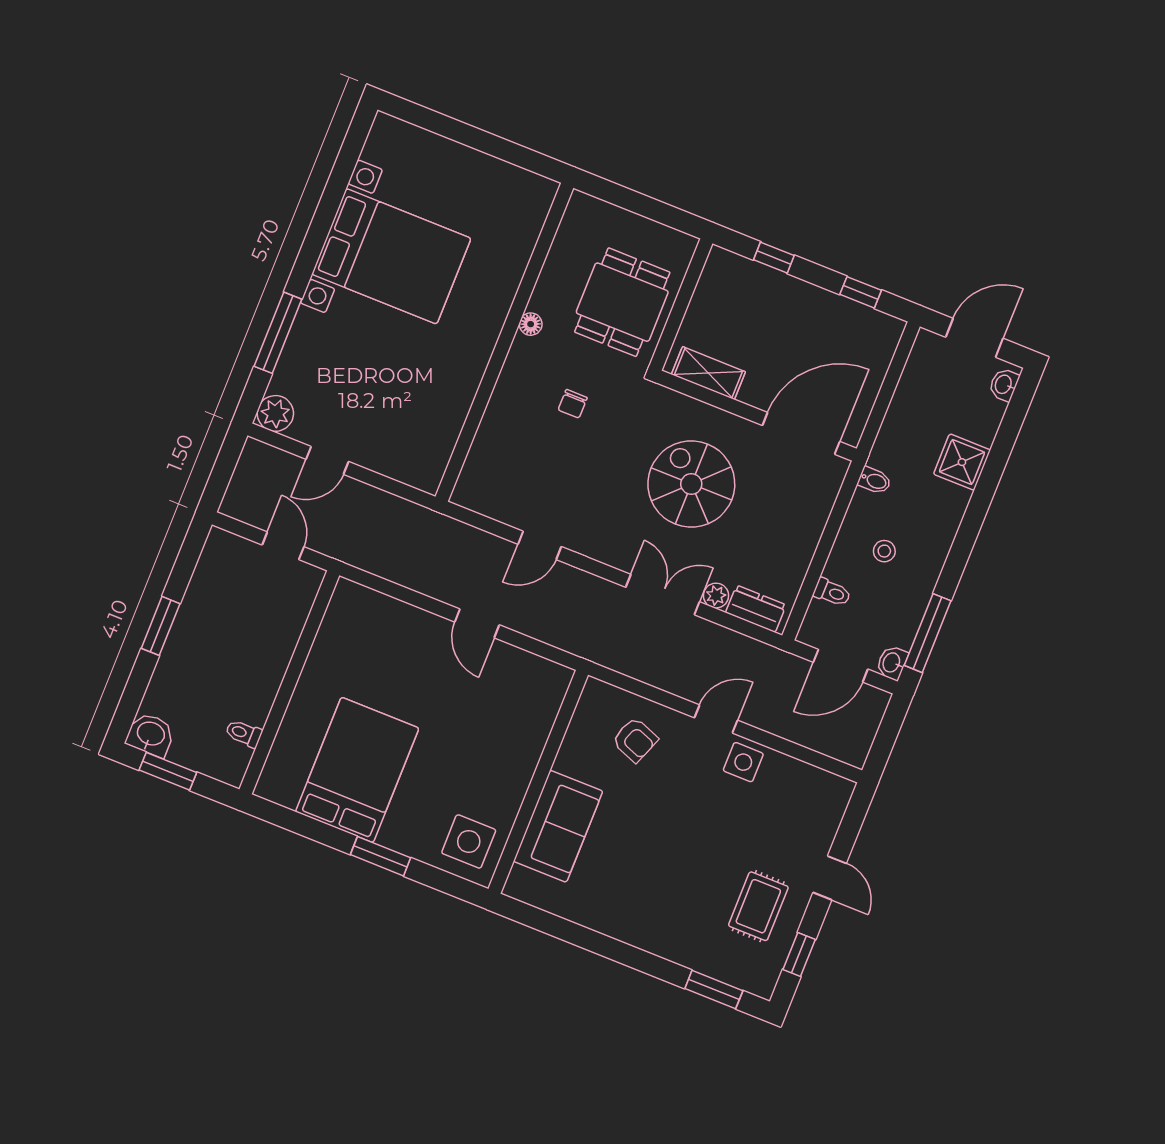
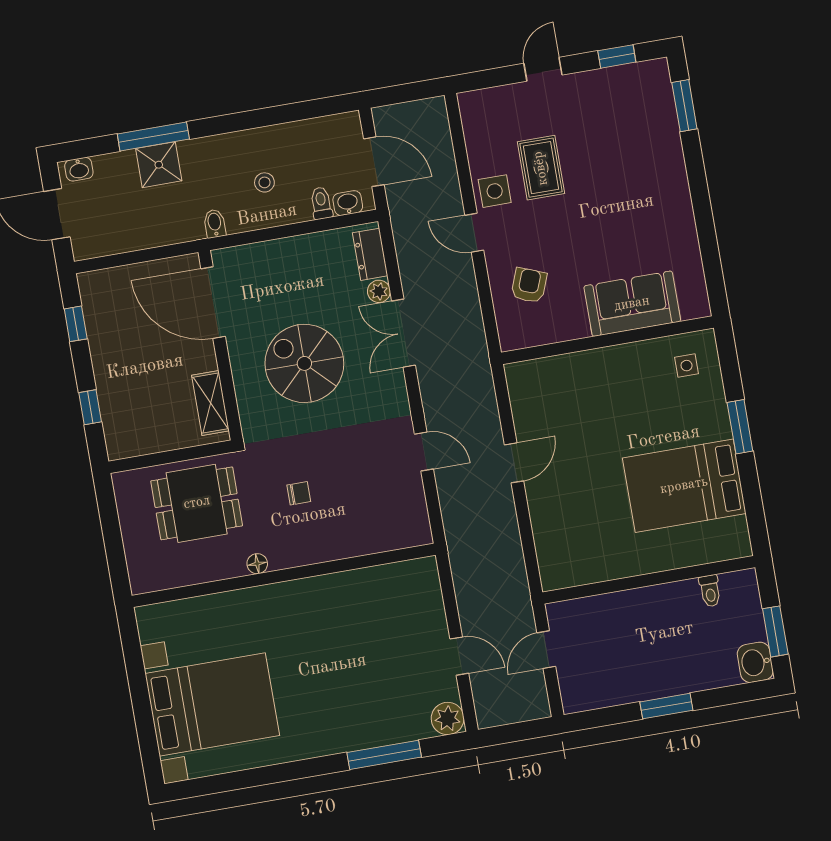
bed with nightstands: (391, 256) -> (212, 704), moved, turned 90
spiral stairs: (691, 484) -> (304, 363), turned 90
window: (928, 633) -> (153, 137), moved
washbasin: (892, 663) -> (348, 203), moved, turned 180
side table: (469, 841) -> (687, 366), width x0.54, depth x0.54
rug: (758, 906) -> (541, 168), moved, turned 90

